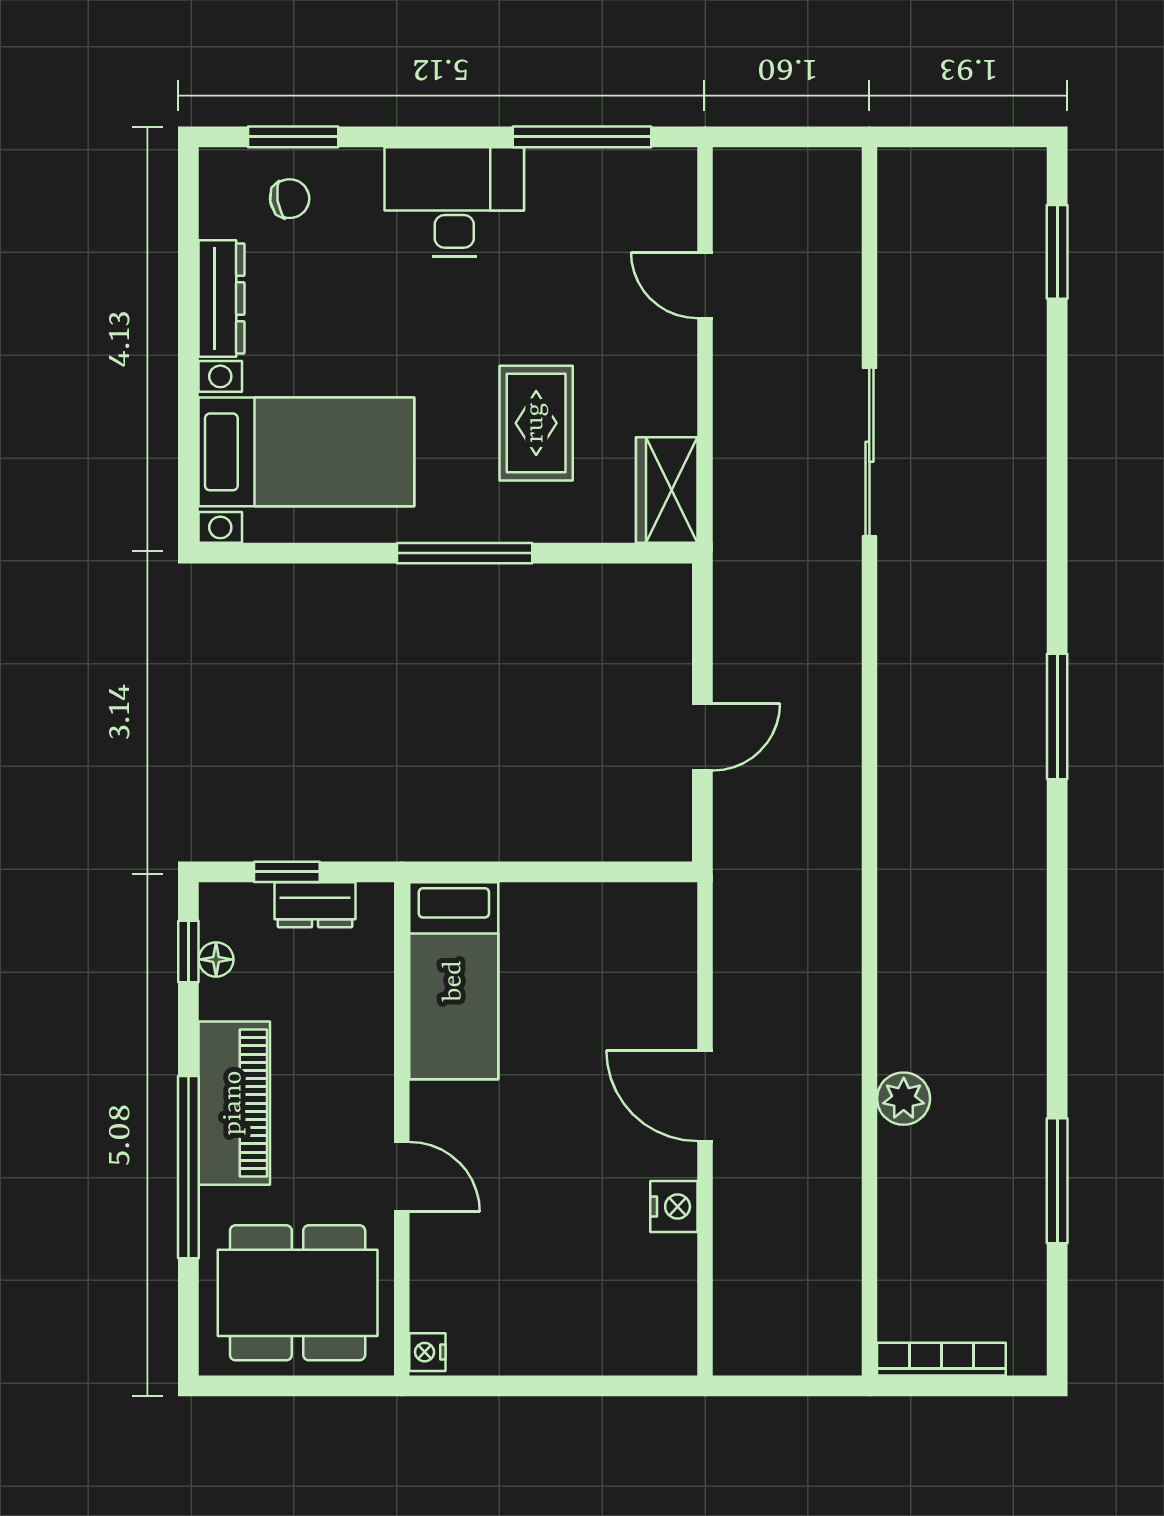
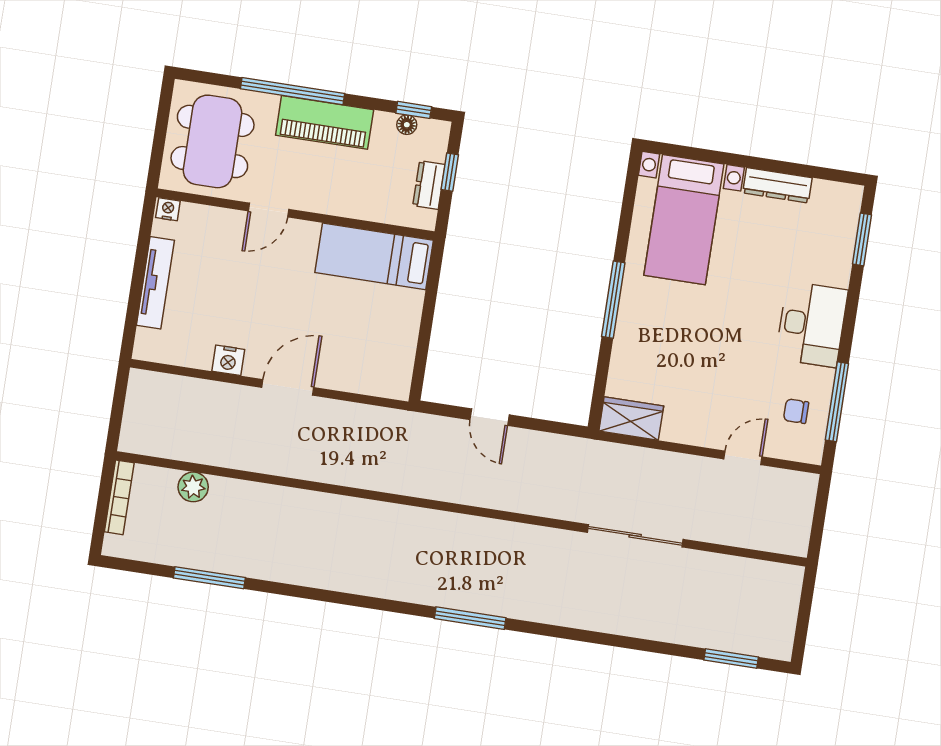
chair: (290, 199) -> (796, 411), moved, turned 99
rug: (536, 423) -> (680, 351), removed
plant: (904, 1099) -> (193, 487), moved
tv unit: (559, 1354) -> (155, 283), added

